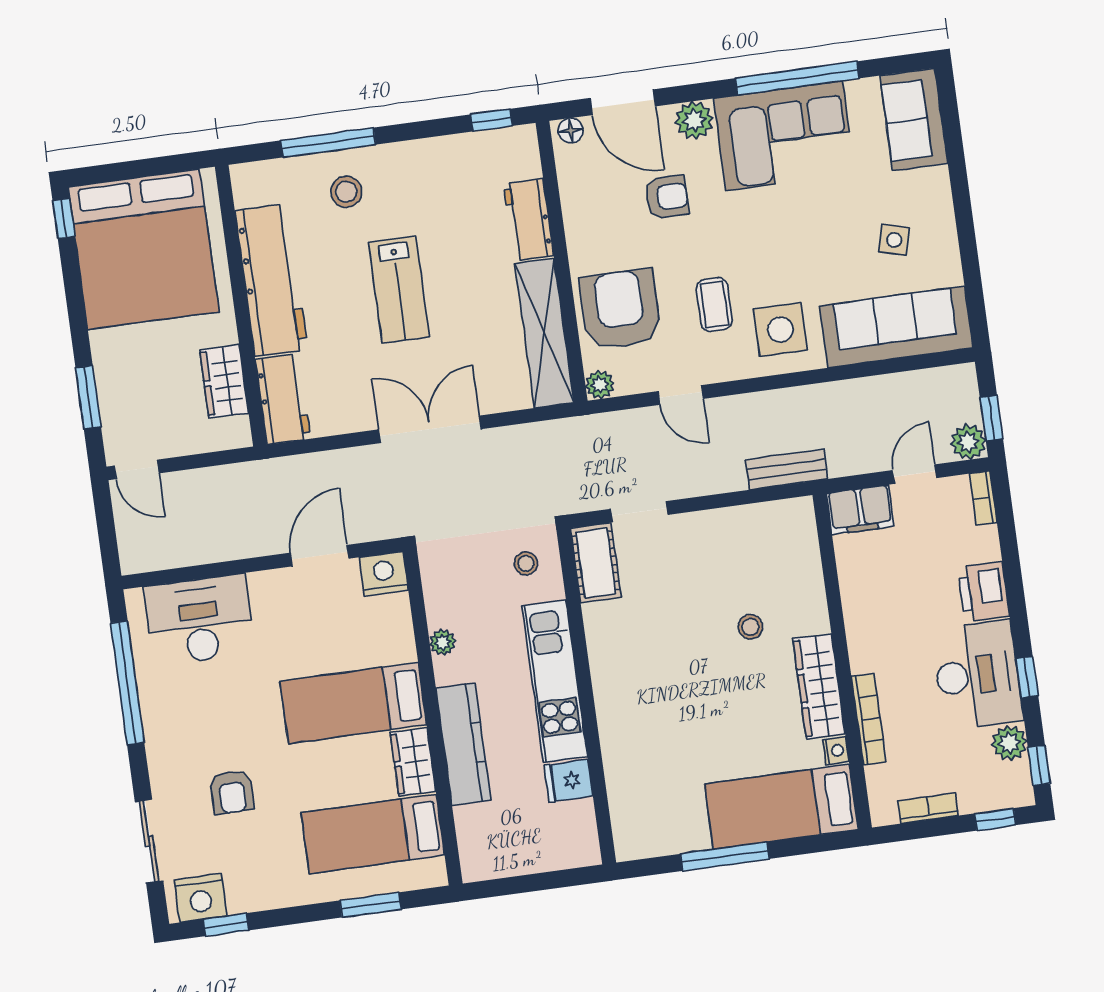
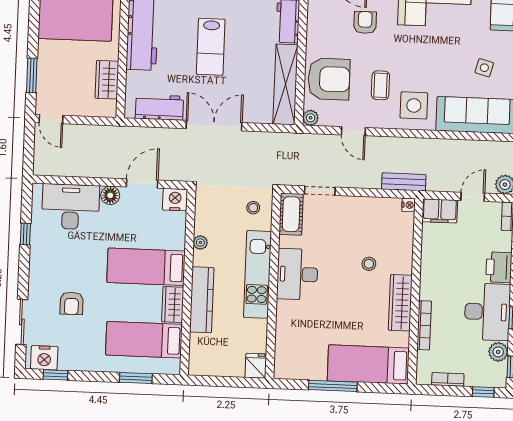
armchair: (667, 197) -> (365, 22), turned -90
armchair: (620, 310) -> (329, 79), turned 90
workbench: (283, 399) -> (159, 107), moved, turned -90
floor lamp: (267, 587) -> (110, 195), added
desk: (626, 668) -> (297, 274), added
window: (127, 683) -> (25, 234), width x0.32
nightstand: (836, 751) -> (409, 205), moved
fridge: (568, 781) -> (256, 366), moved, turned 90

